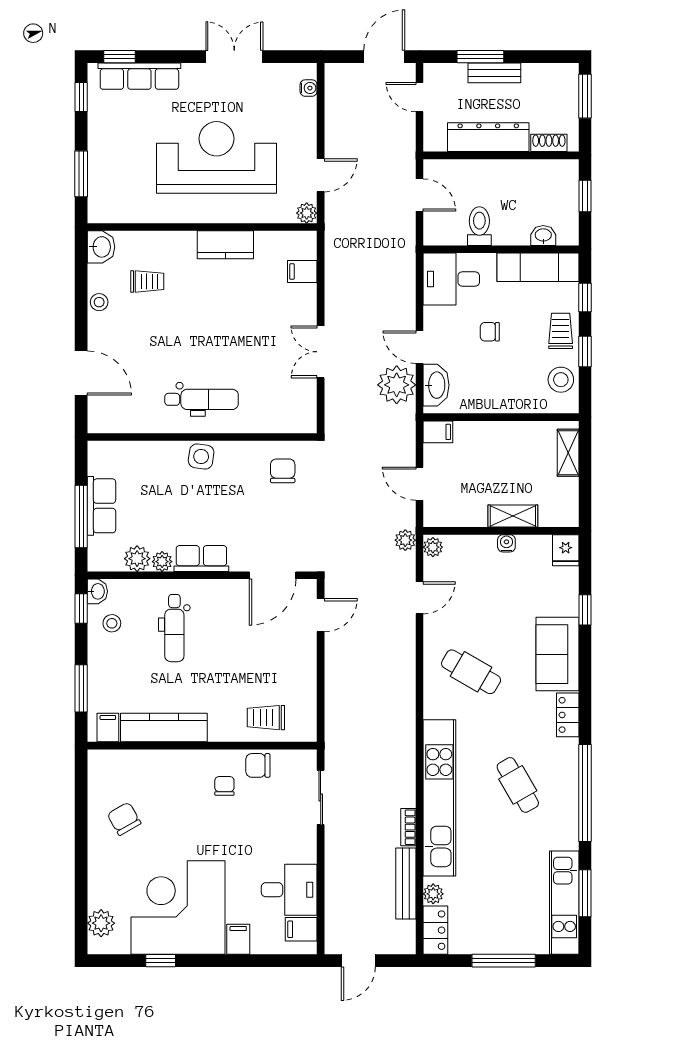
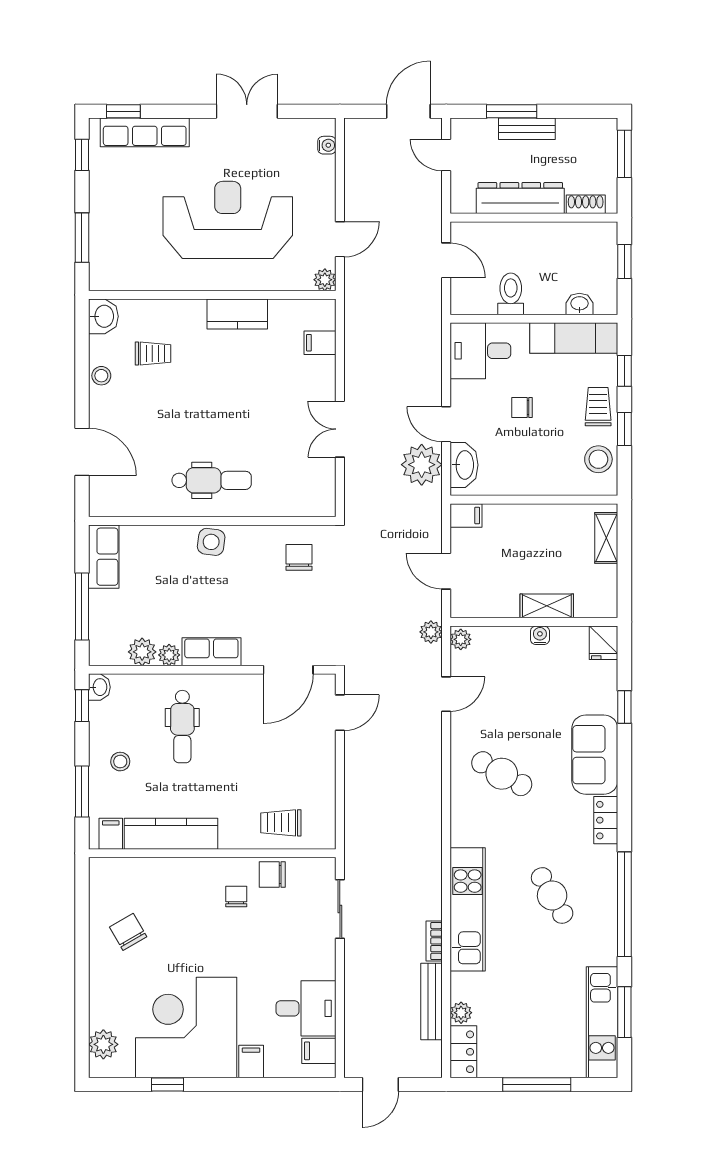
row of seats: (101, 506) -> (104, 557), moved
stool: (112, 623) -> (120, 762), moved
kitchen unit: (439, 798) -> (468, 909), width x0.73

